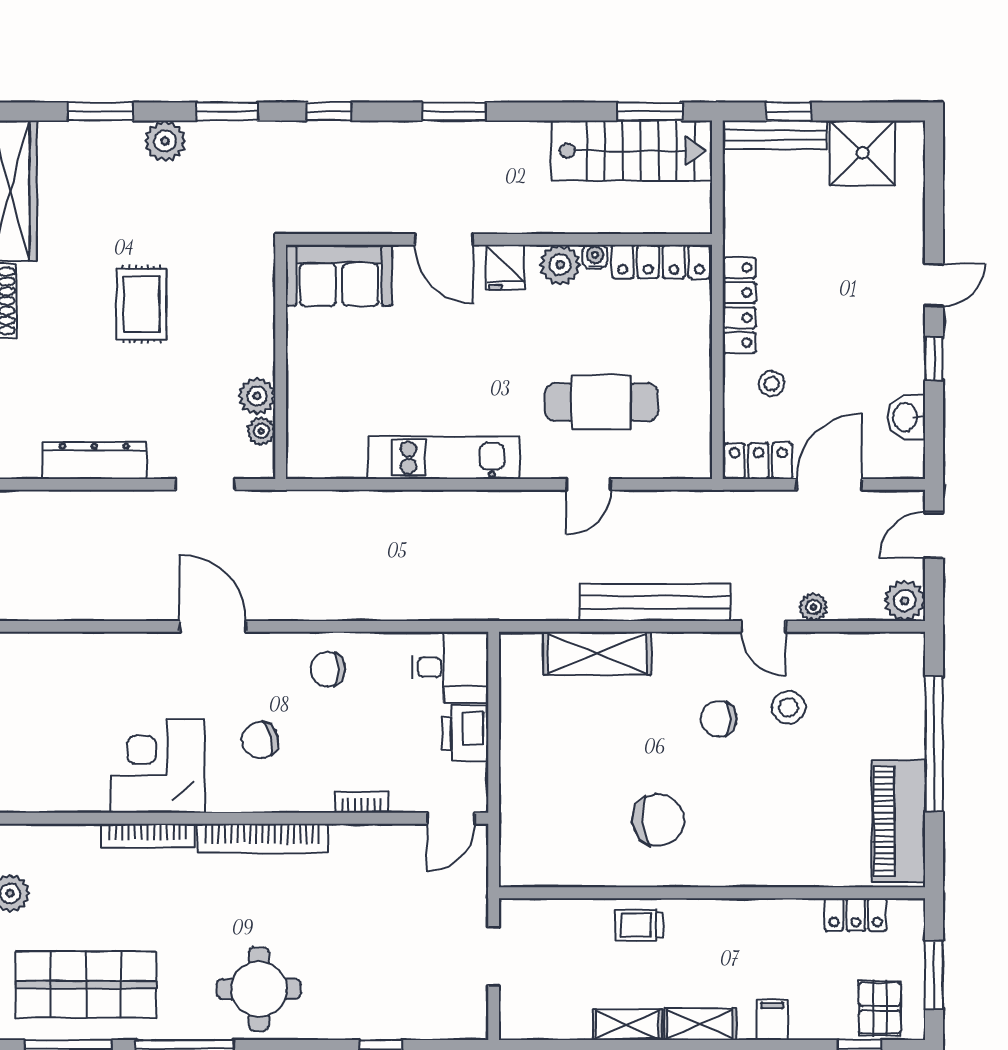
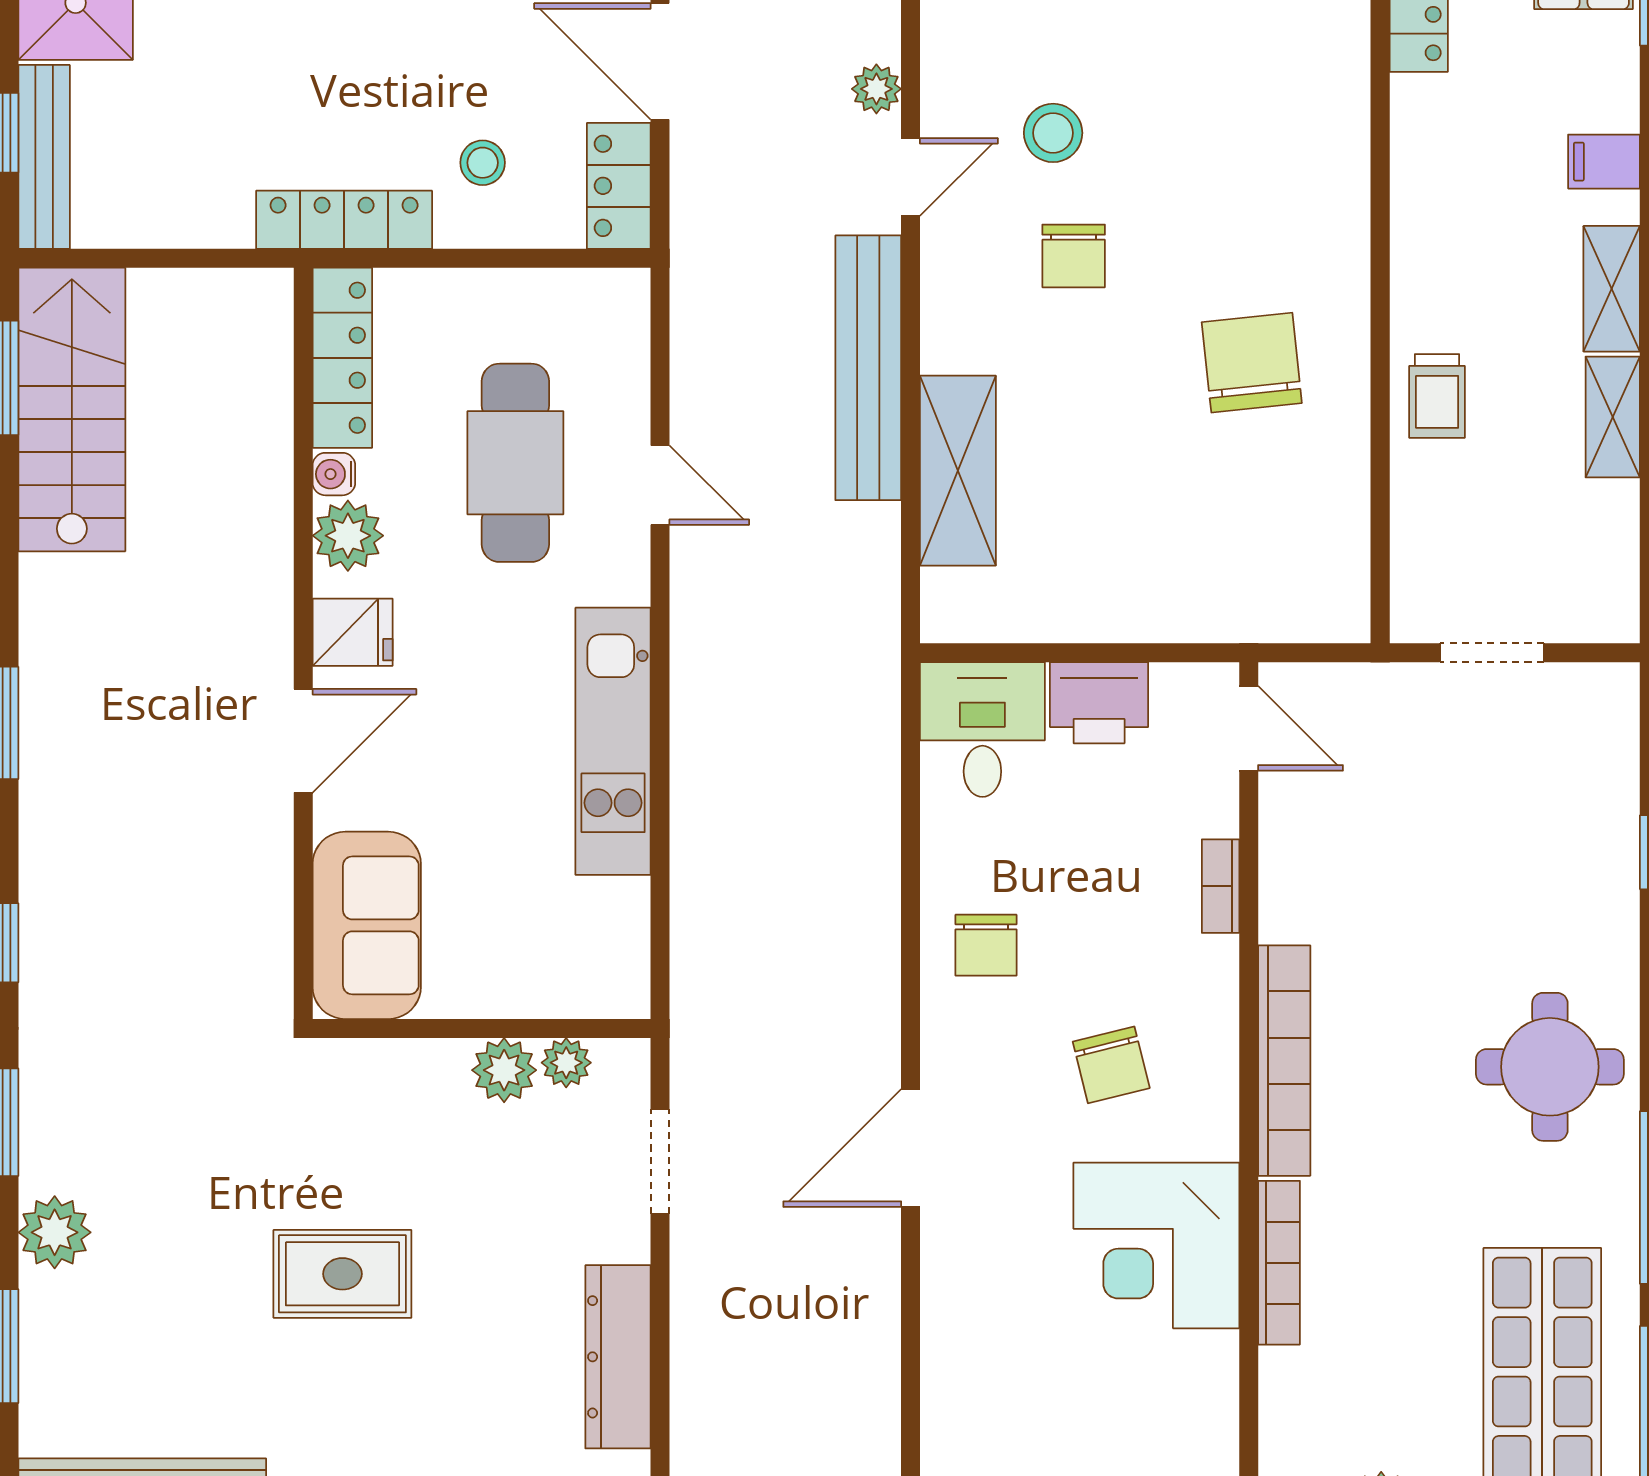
door: (444, 239) -> (303, 741), moved
wall: (499, 239) -> (303, 643), moved
water cooler: (595, 257) -> (334, 474), moved
locker: (661, 262) -> (342, 358), moved
plant: (560, 265) -> (348, 536), moved
fridge: (505, 267) -> (353, 632), moved
sofa: (339, 275) -> (367, 925), moved

